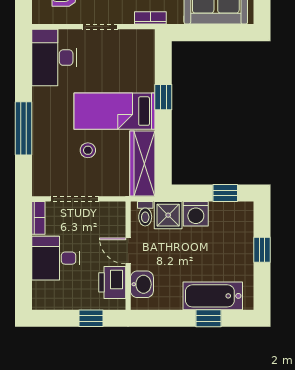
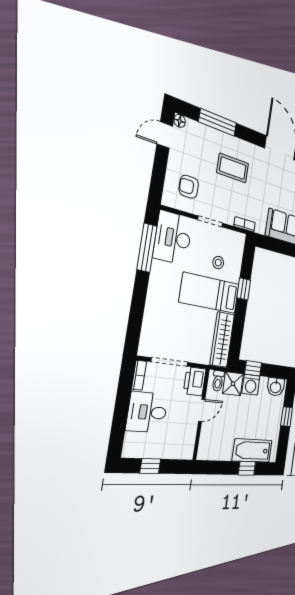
window: (23, 128) -> (147, 248), moved
stool: (88, 150) -> (218, 263), moved
window: (225, 193) -> (253, 368), moved
door: (128, 251) -> (202, 410), swing flipped
printer: (112, 282) -> (195, 381), moved
washbasin: (142, 284) -> (276, 387), moved, turned 90
window: (91, 318) -> (150, 466), moved

